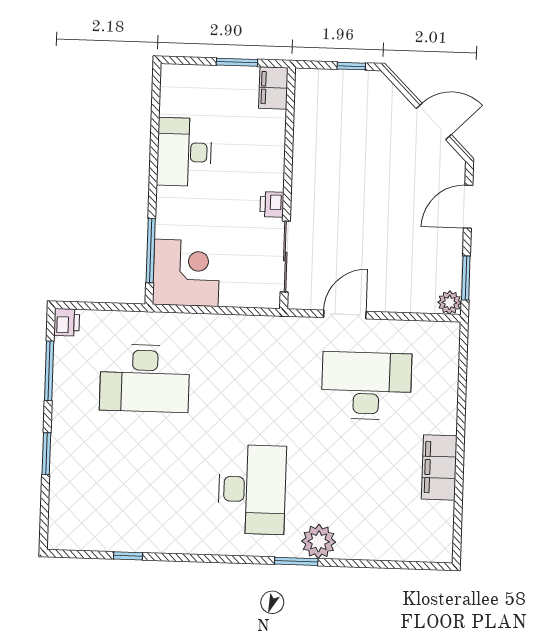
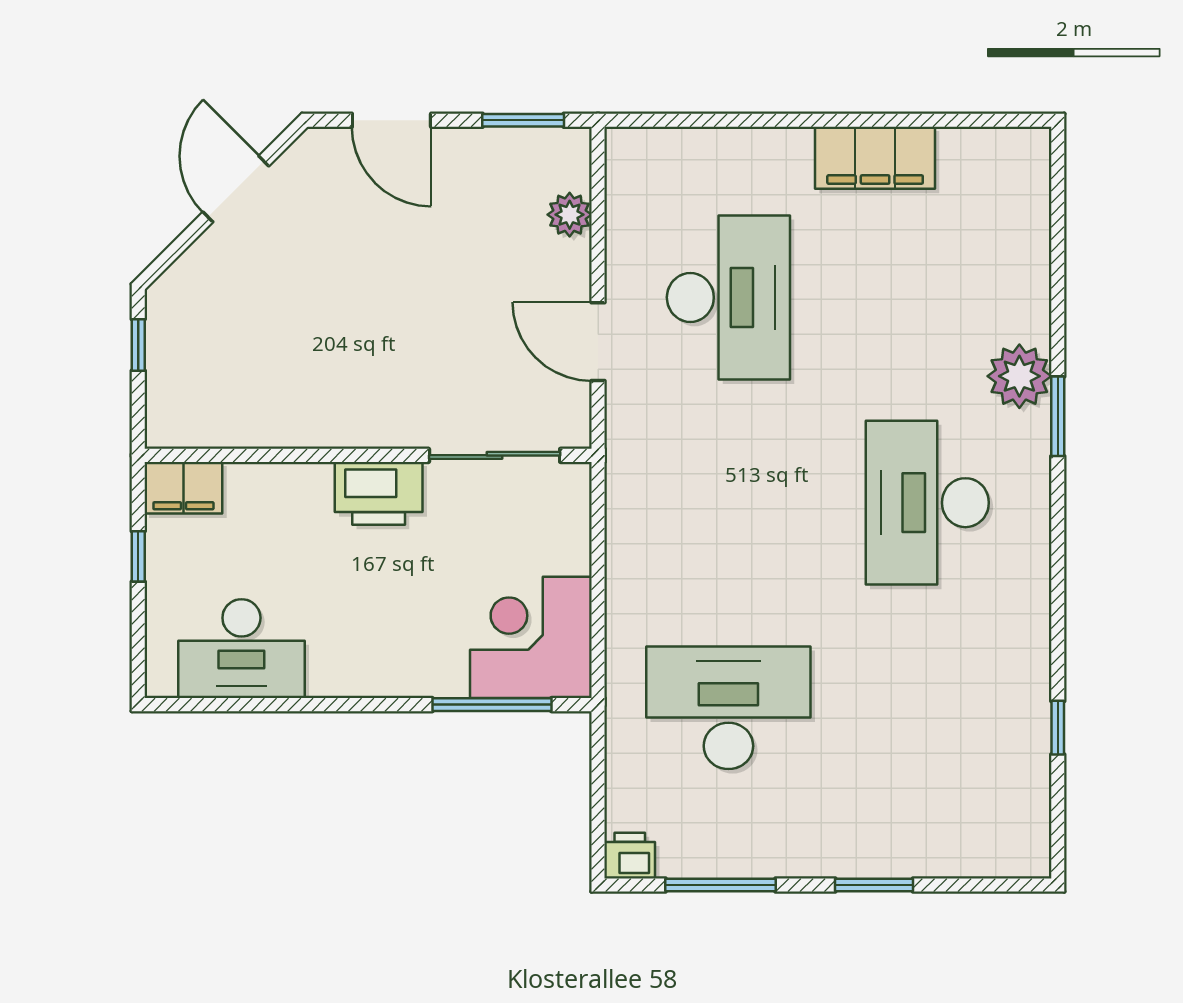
window: (237, 62) -> (138, 556), width x0.67
desk: (184, 152) -> (241, 649), moved
printer: (272, 204) -> (379, 493), width x1.87, depth x1.48
plant: (450, 303) -> (570, 215), moved
desk: (145, 378) -> (728, 708), turned -90
desk: (366, 386) -> (728, 297), turned 180
desk: (252, 489) -> (927, 503), turned -90

